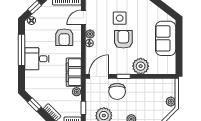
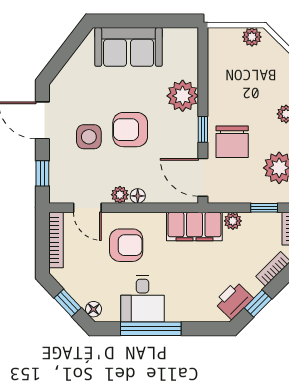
desk: (37, 59) -> (143, 299), moved
chair: (117, 91) -> (232, 142), turned 90
printer: (36, 92) -> (234, 300), added

